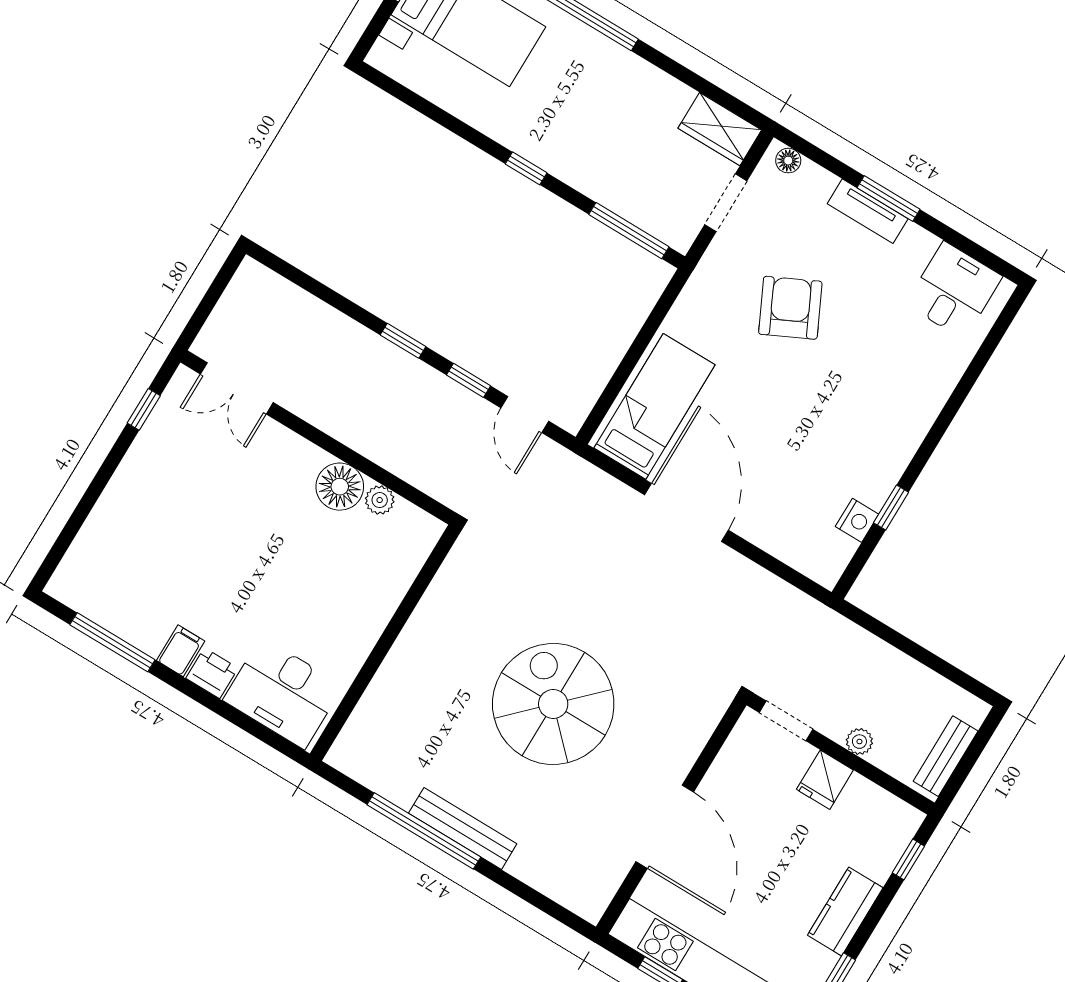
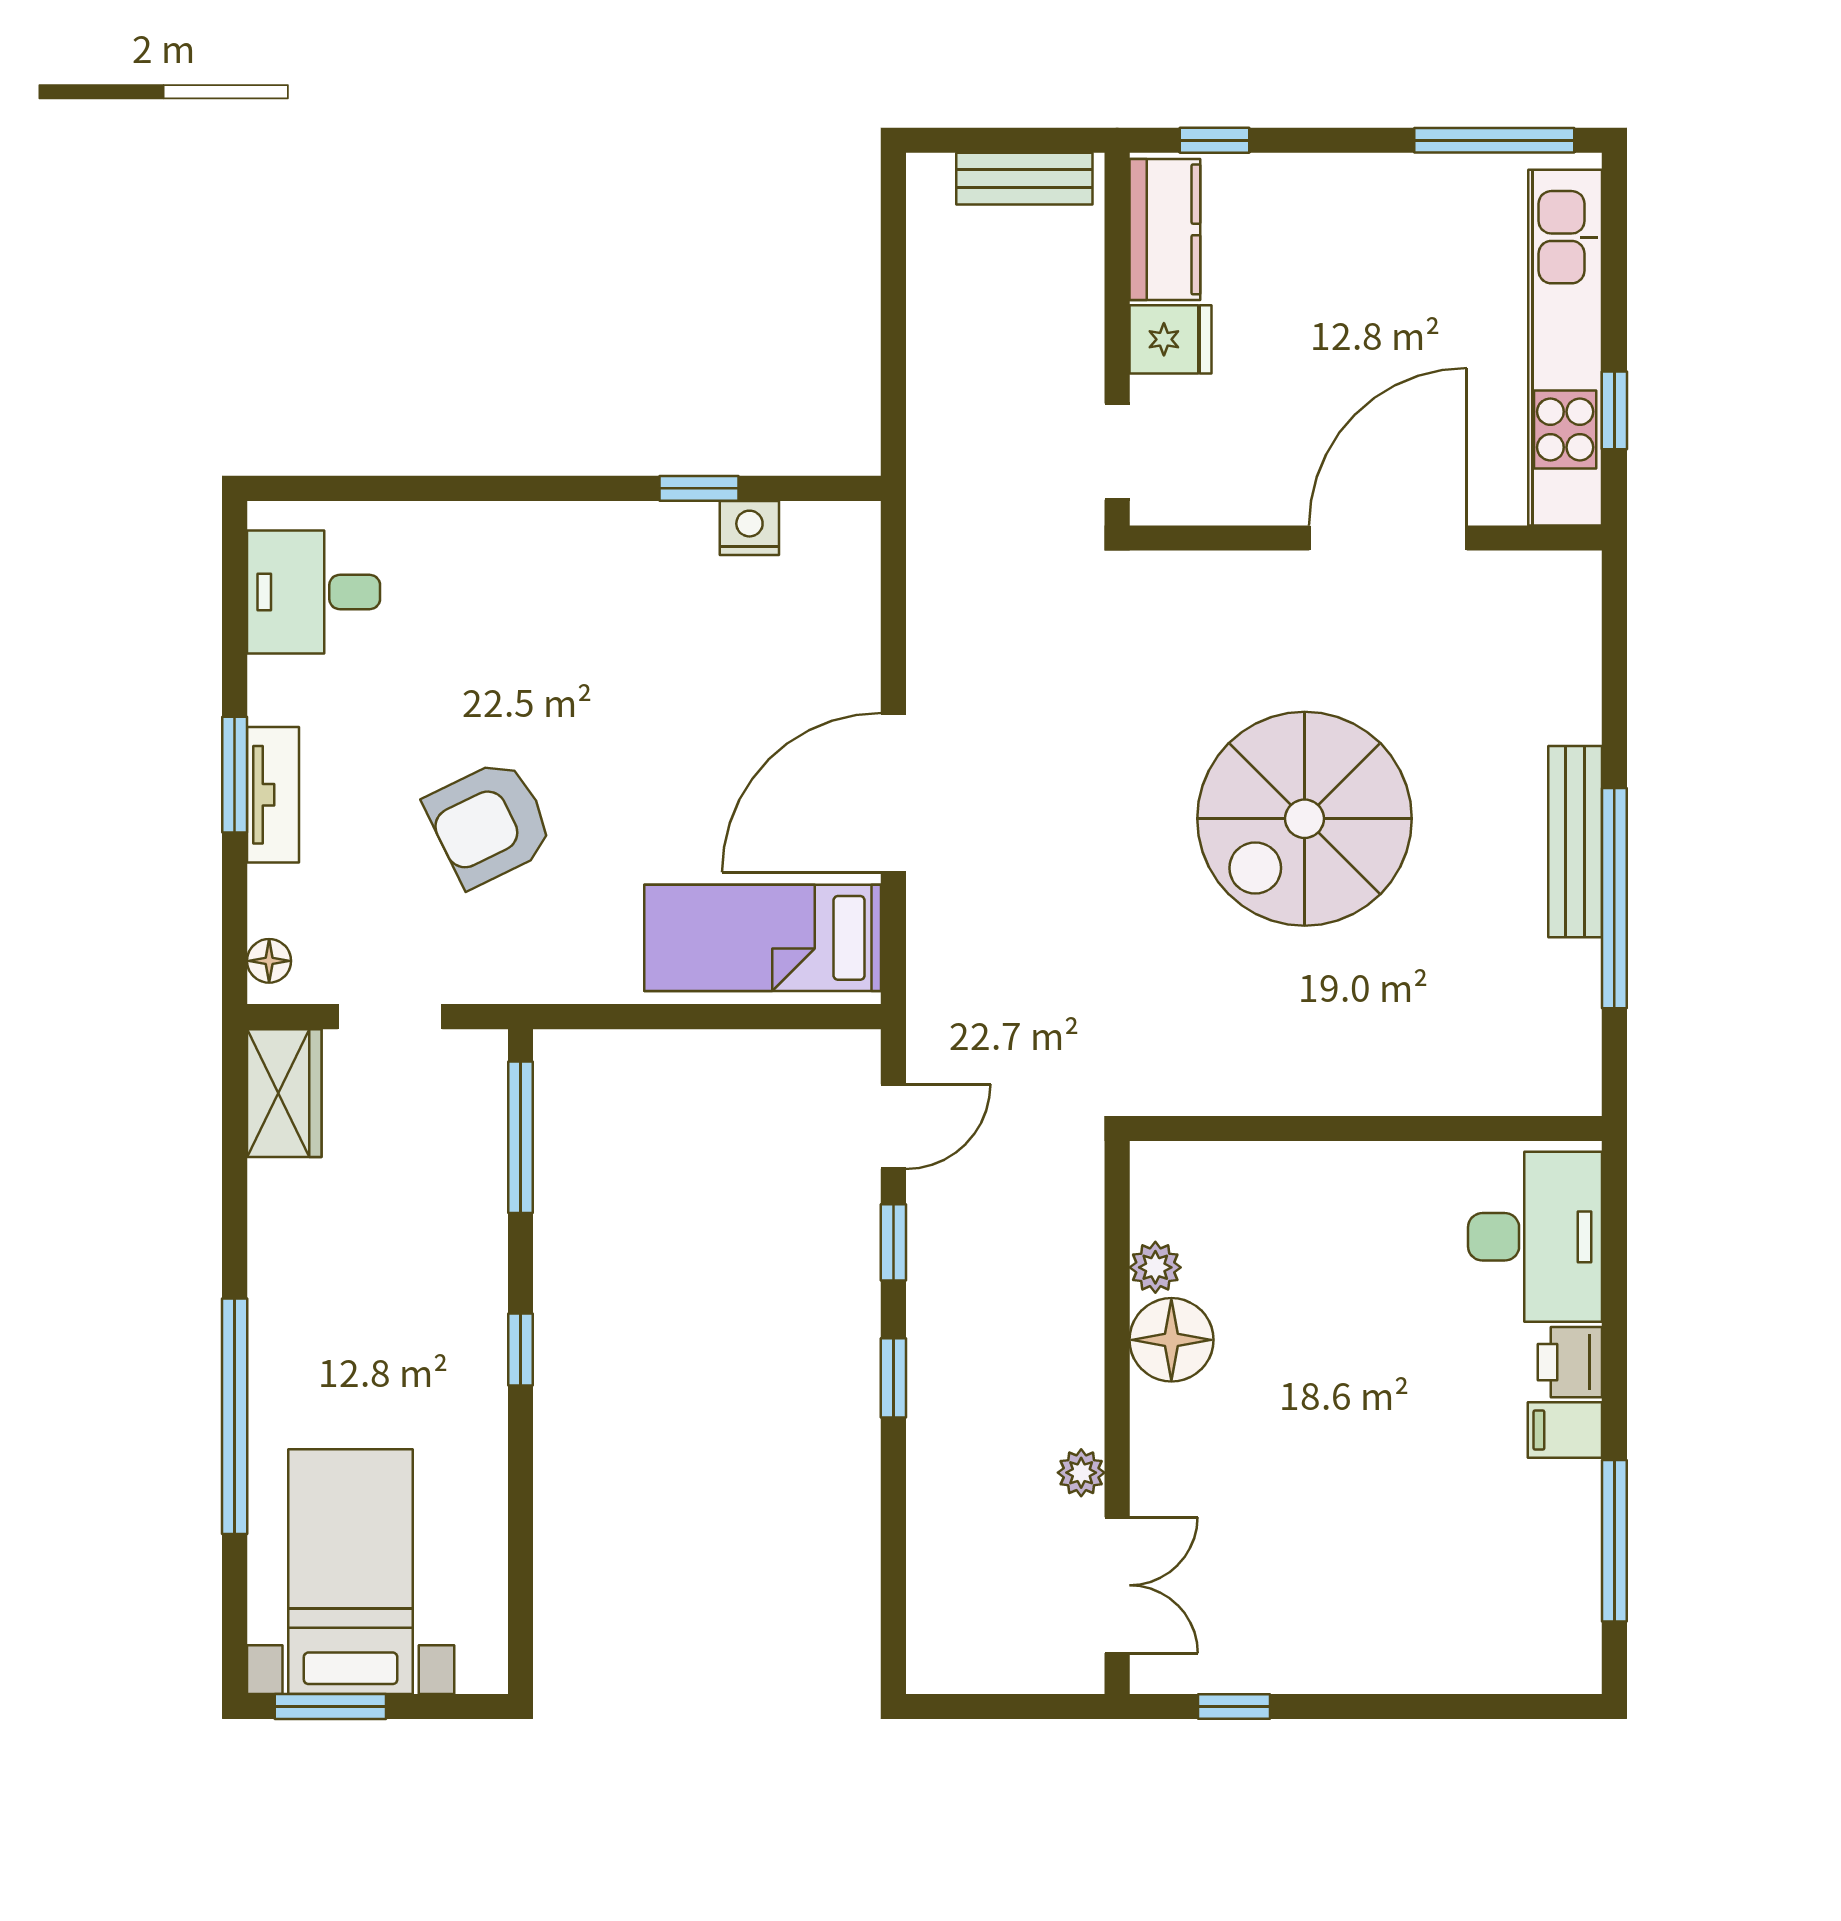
plant: (859, 742) -> (1081, 1473), moved
kitchen counter: (845, 911) -> (1165, 229), moved, turned -90

